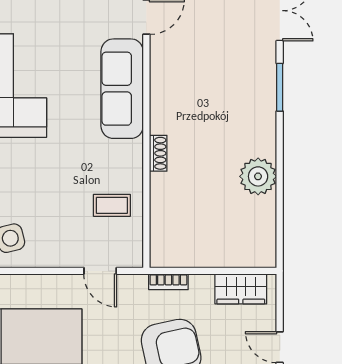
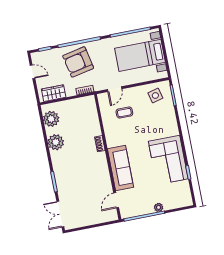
coffee table: (112, 205) -> (124, 113), moved
plant: (258, 232) -> (51, 119), added
door: (100, 271) -> (115, 89), swing flipped

